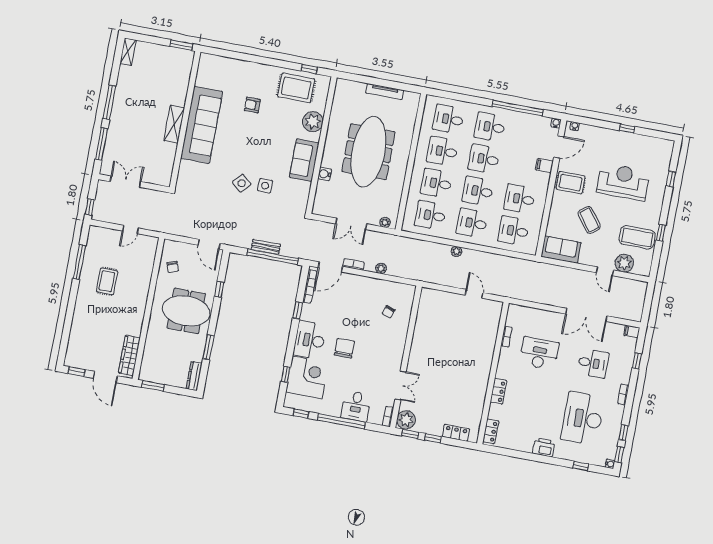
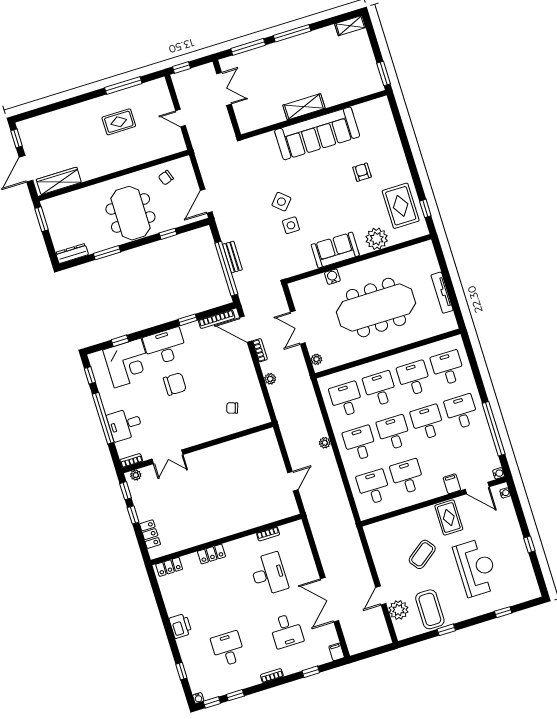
sofa: (561, 250) -> (379, 542), removed
desk: (583, 419) -> (228, 649), width x0.53, depth x0.77
plant: (406, 420) -> (136, 475), width x0.53, depth x0.53

